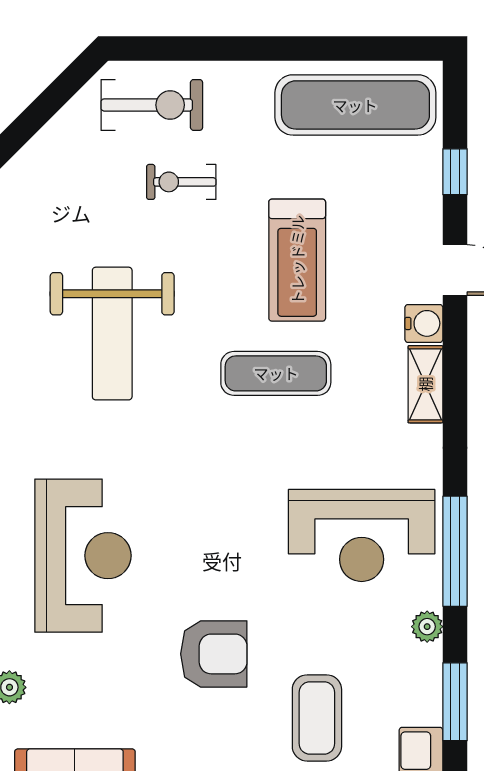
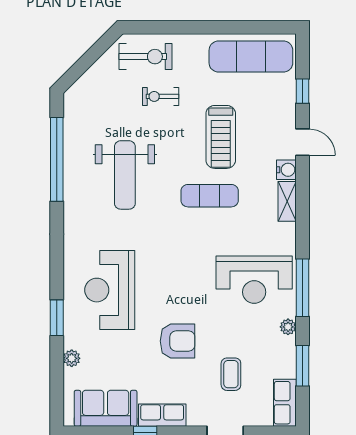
reception desk: (83, 556) -> (110, 290), turned 180
coffee table: (317, 718) -> (231, 374), width x0.73, depth x0.77

